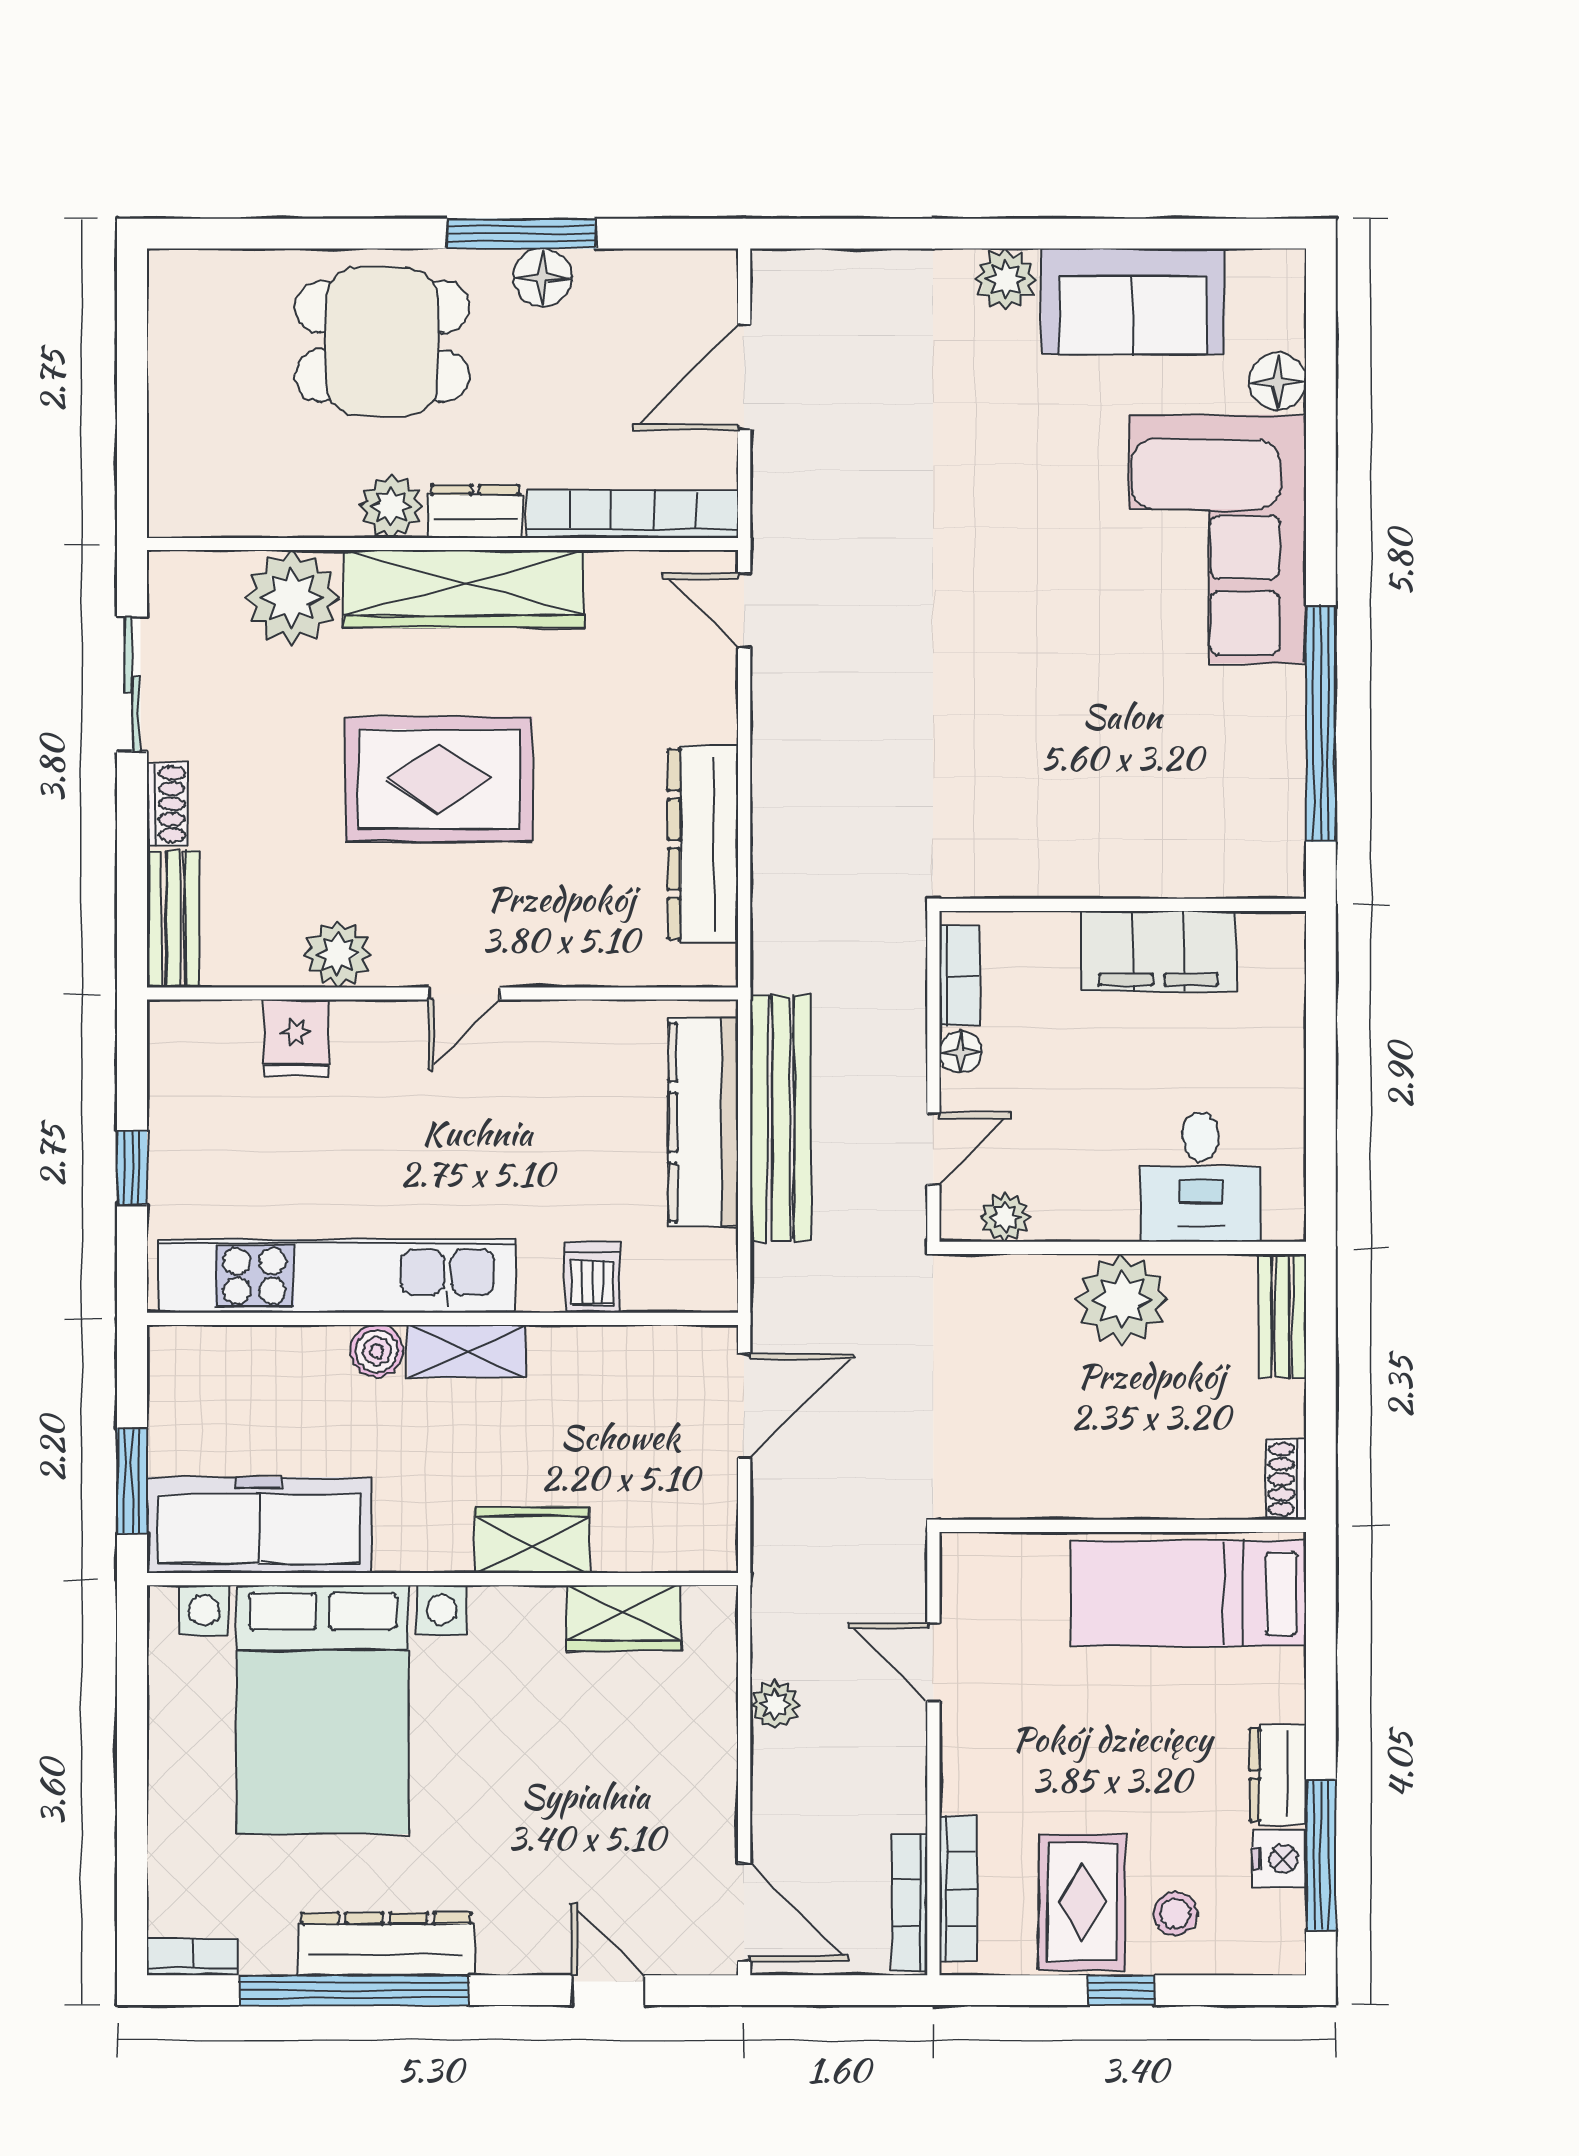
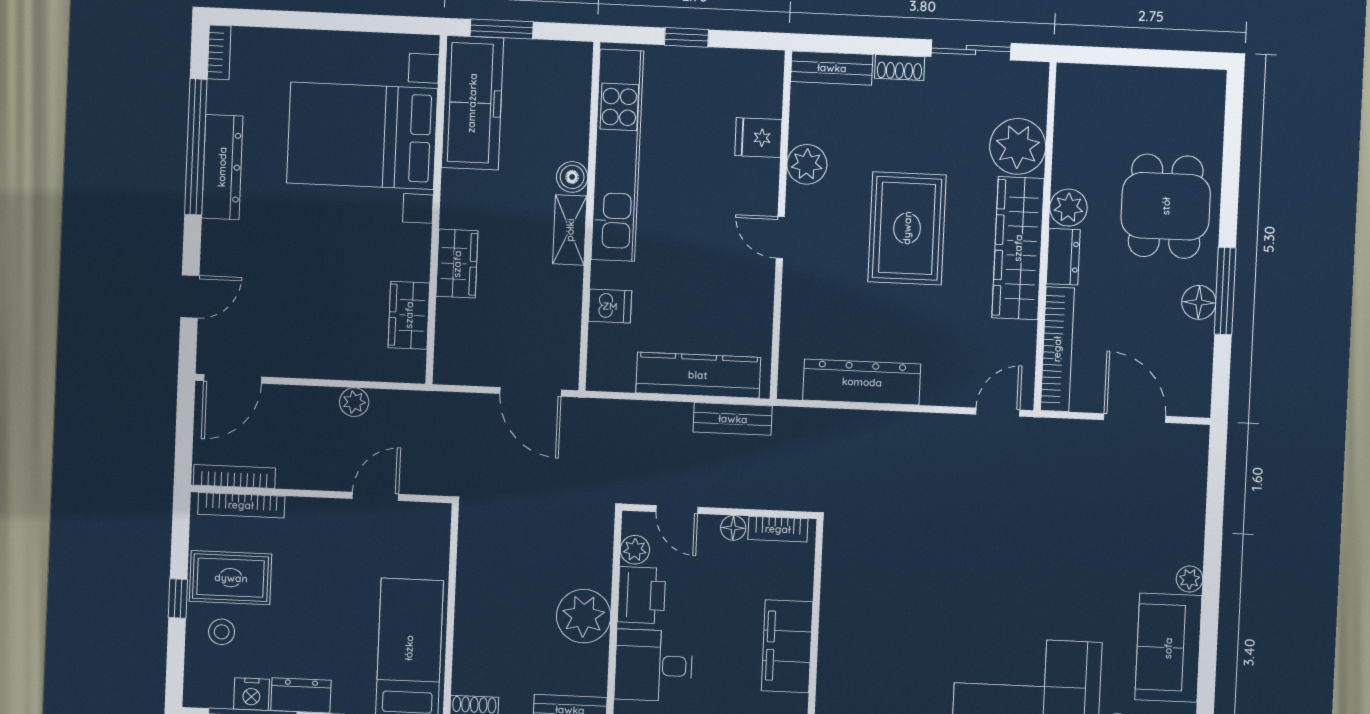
plant: (1006, 279) -> (1190, 579), width x0.73, depth x0.73
bench: (781, 1118) -> (733, 419), width x0.54, depth x0.82
printer: (1082, 1203) -> (641, 595), added

